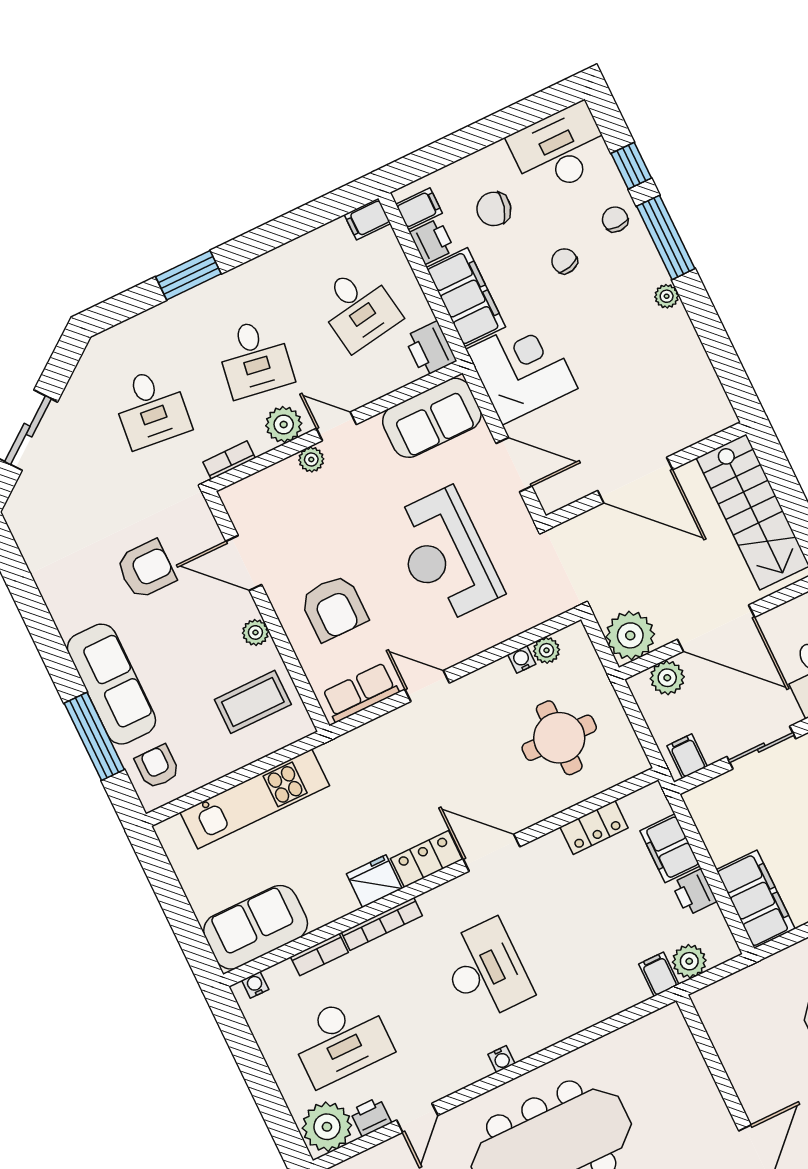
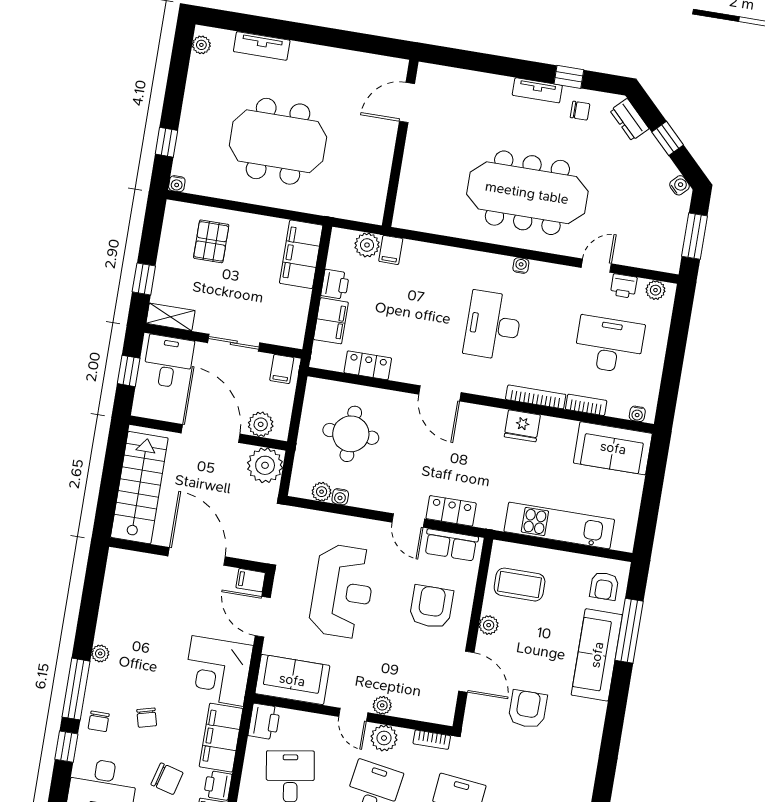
filing cabinet: (556, 496) -> (251, 580), added
armchair: (146, 569) -> (528, 709), turned 90
locker: (426, 859) -> (451, 511), moved, turned 180
plant: (327, 1127) -> (656, 290), width x0.53, depth x0.53

